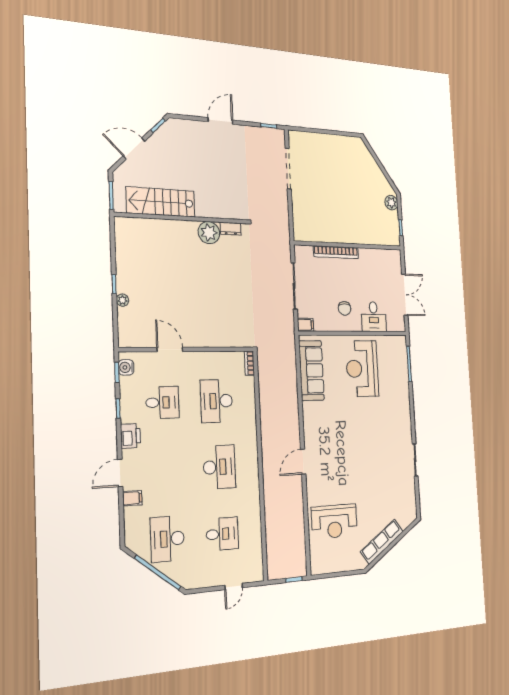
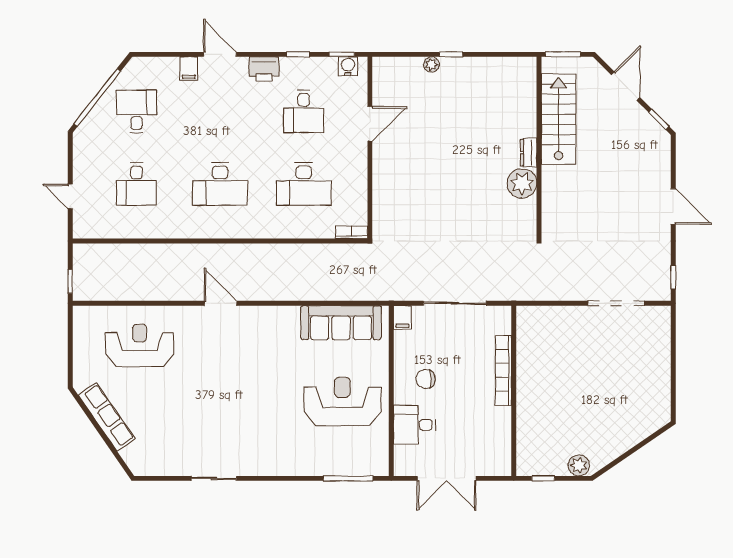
dresser: (231, 229) -> (529, 153), moved
desk: (217, 401) -> (304, 184), turned 180
reception desk: (334, 521) -> (140, 345), turned 90
desk: (167, 539) -> (136, 111), width x0.73

